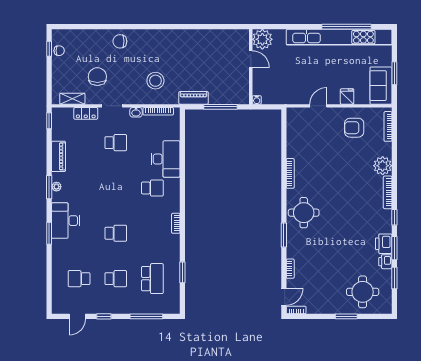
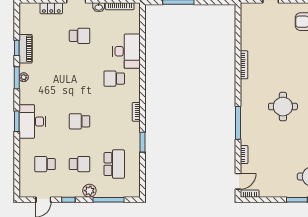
window: (49, 121) -> (17, 48), moved
school desk: (152, 188) -> (114, 79), turned 180
round table: (304, 213) -> (283, 107), moved
desk: (66, 221) -> (32, 121), moved
school desk: (116, 233) -> (80, 121), turned 180
window: (284, 235) -> (238, 123), width x1.44
window: (182, 272) -> (142, 142), moved
plant: (126, 307) -> (89, 191), added

